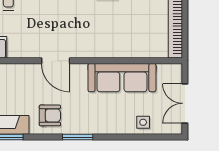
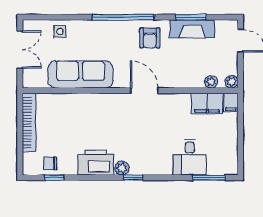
armchair: (50, 115) -> (150, 38), turned -90
window: (78, 137) -> (123, 17), width x2.11

